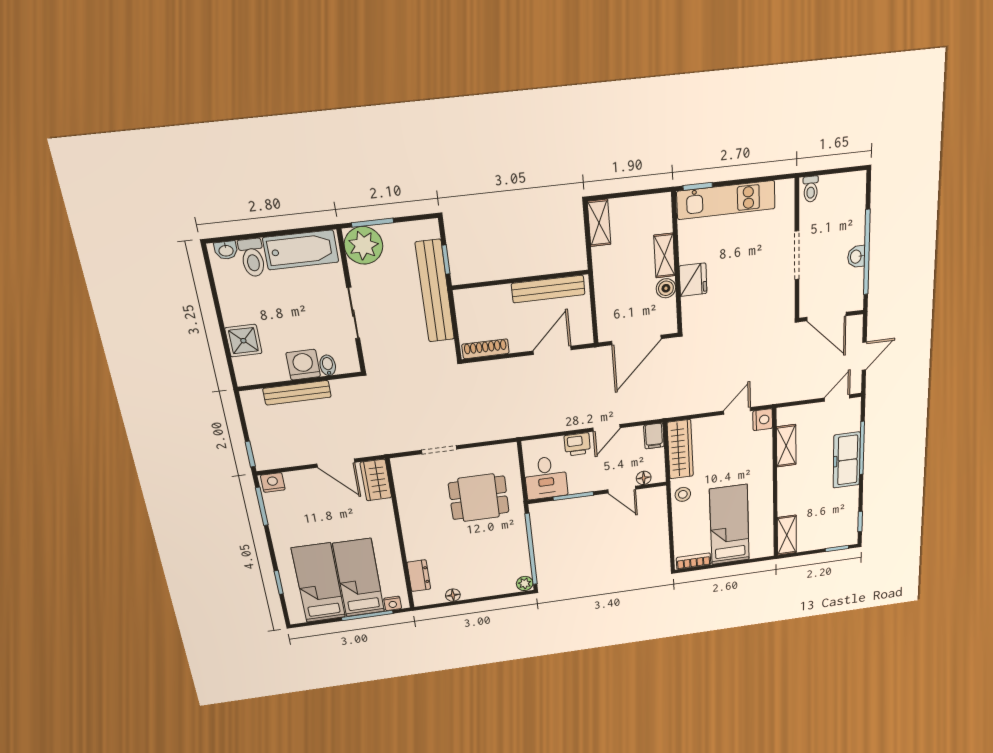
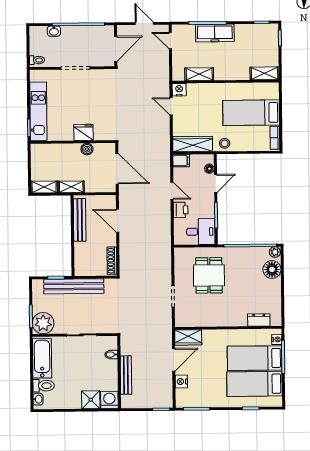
shelving: (664, 256) -> (71, 187), moved
washbasin: (856, 257) -> (54, 31), moved
washing machine: (303, 365) -> (109, 400), moved, turned 90
nightstand: (273, 483) -> (181, 381), moved
floor lamp: (453, 595) -> (272, 270), moved, width x1.89, depth x1.89

